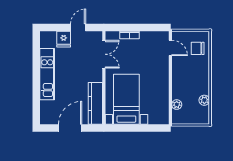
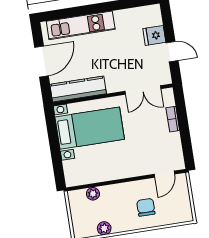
chair: (198, 48) -> (146, 207), moved
kitchen unit: (47, 74) -> (81, 25), moved
door: (70, 128) -> (41, 62), hinge flipped

